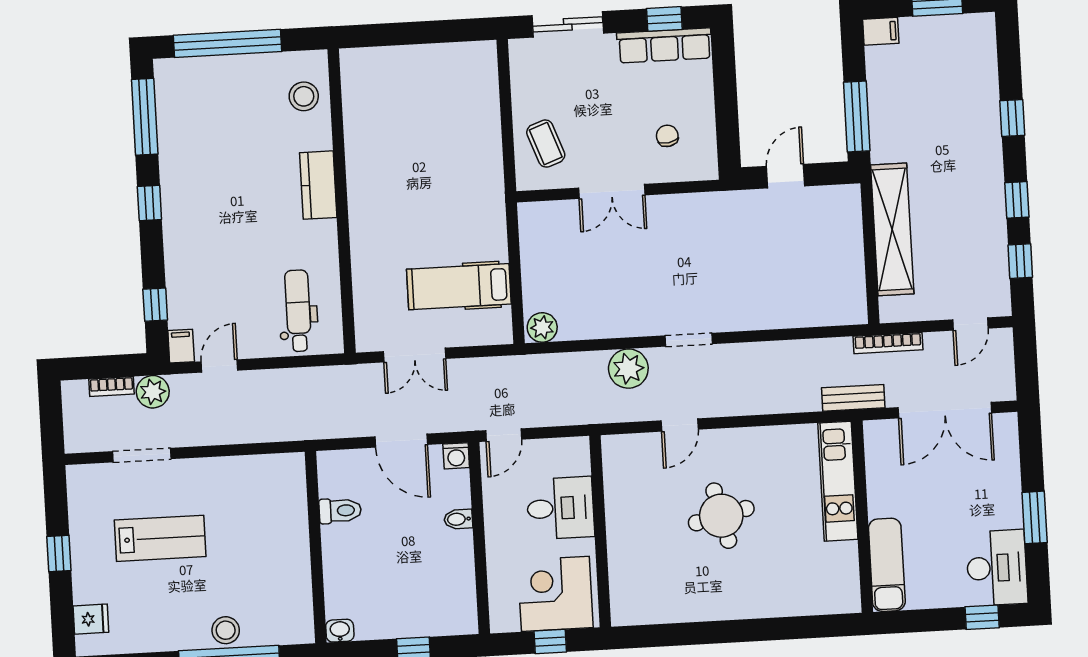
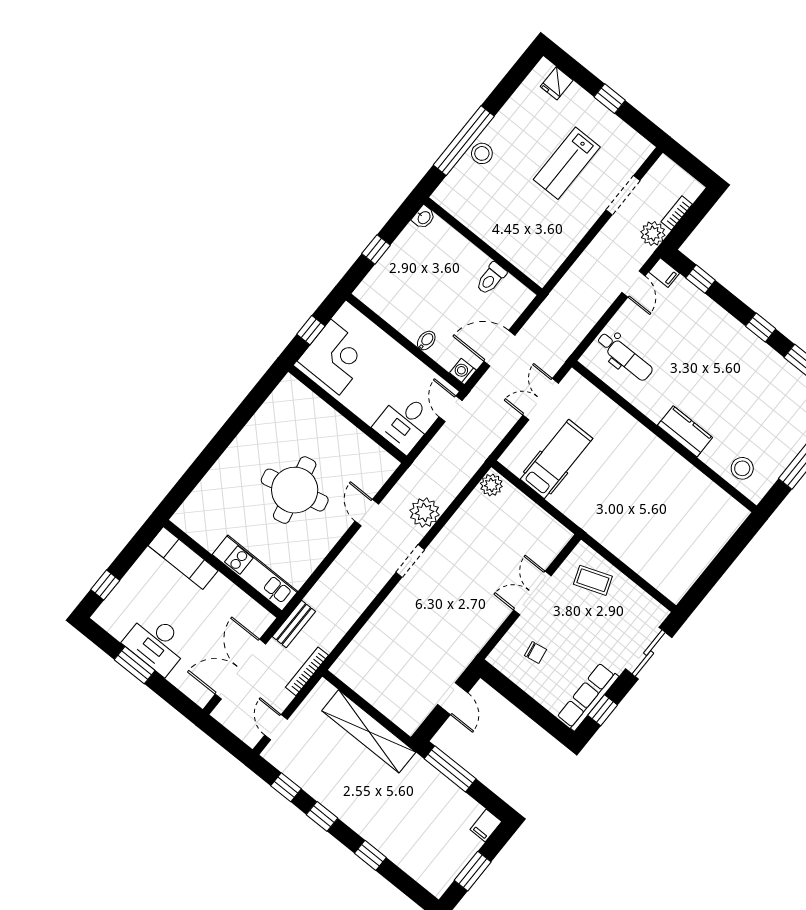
desk: (560, 508) -> (404, 423), moved
round table: (721, 516) -> (295, 490), width x1.36, depth x1.36
desk: (997, 568) -> (156, 643), moved

